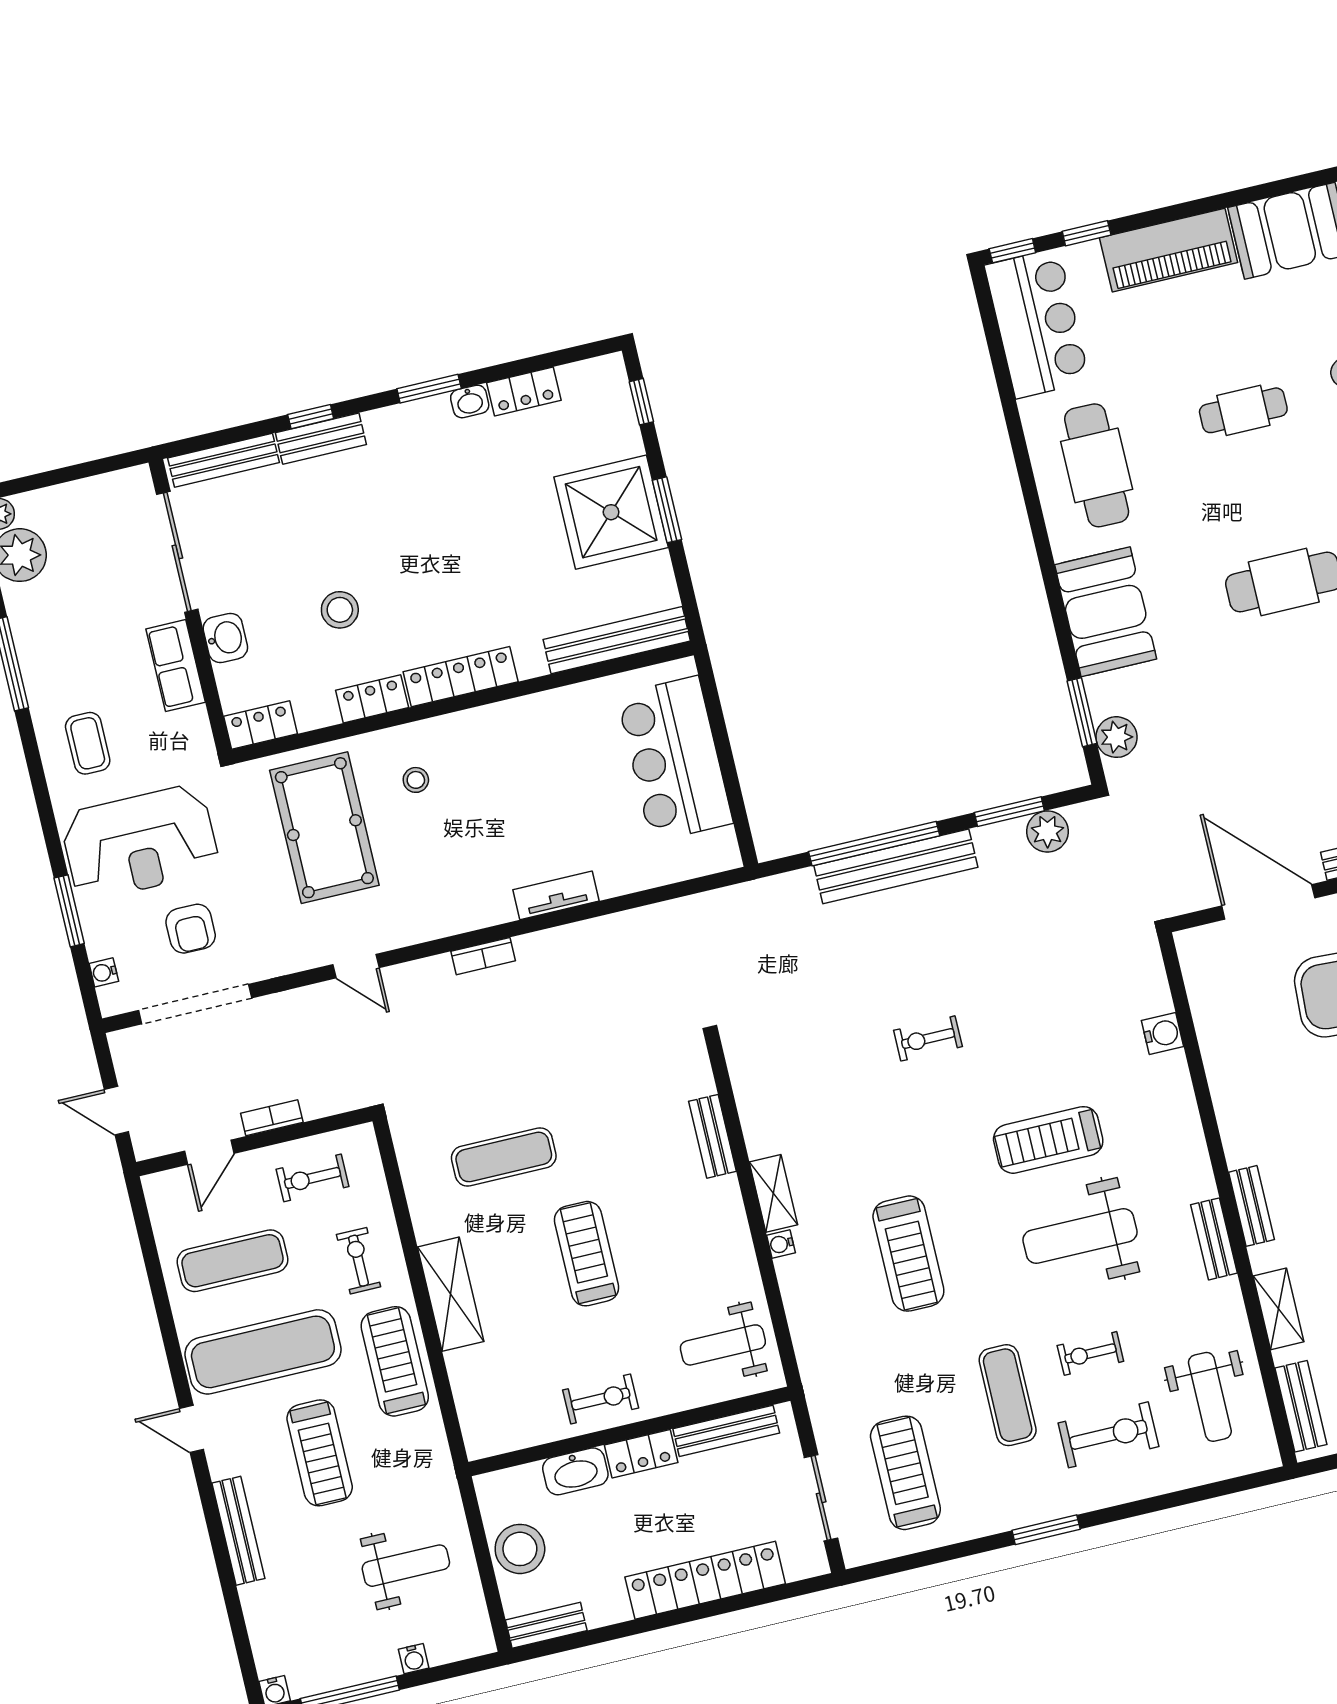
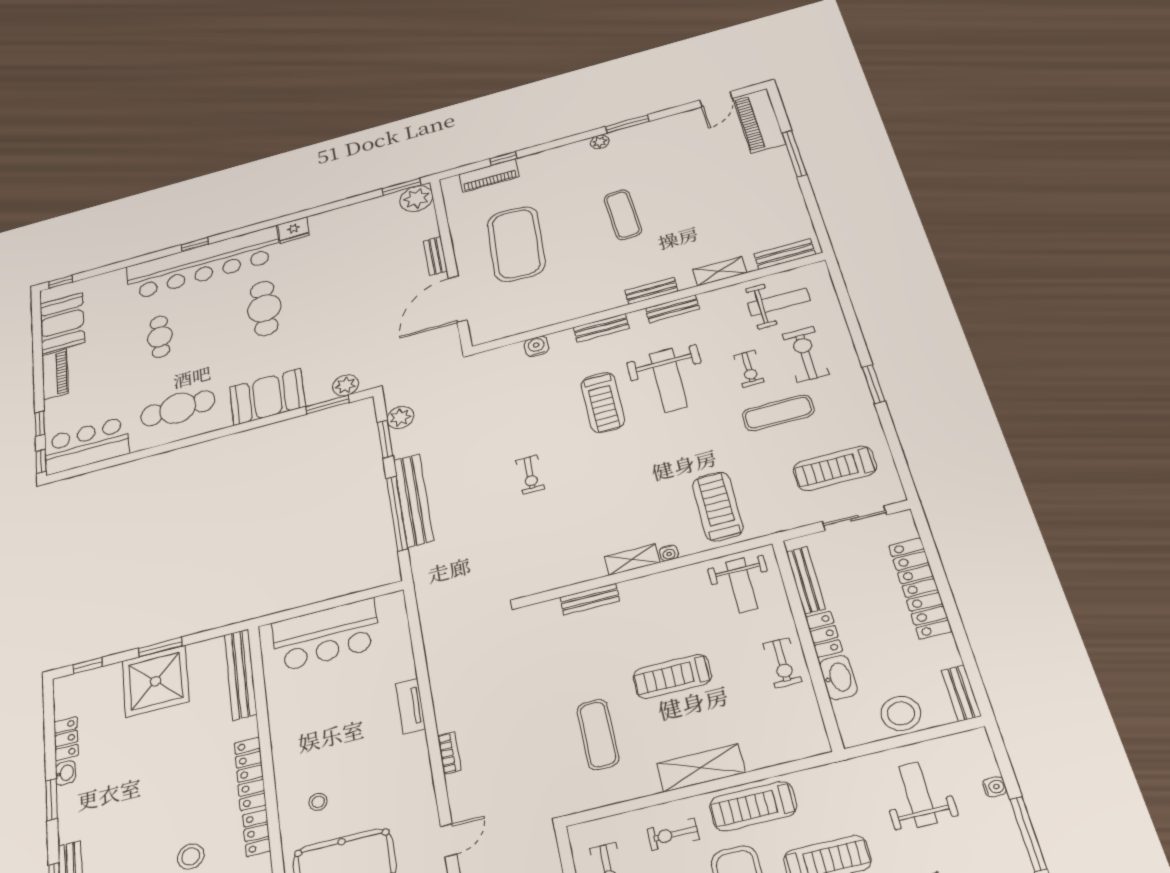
piano: (1169, 250) -> (55, 374), width x0.73, depth x0.75
bench: (1188, 1132) -> (601, 328), added
treadmill: (908, 1254) -> (718, 506), moved, turned -90
exercise bike: (601, 1399) -> (782, 663), turned 180

